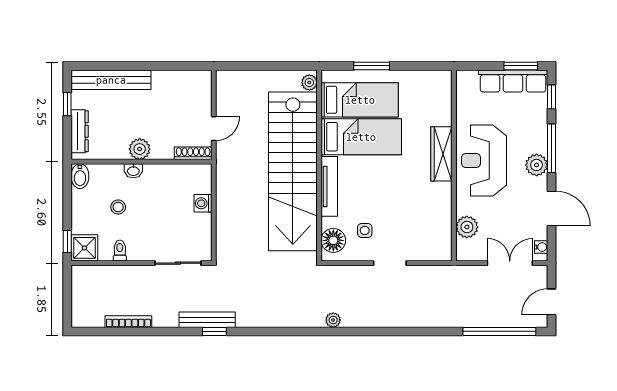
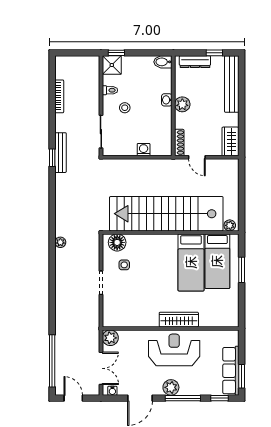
wardrobe: (192, 82) -> (230, 141), added
tv unit: (329, 186) -> (156, 240), removed
stool: (118, 207) -> (125, 108), moved
plant: (467, 227) -> (110, 338), moved

